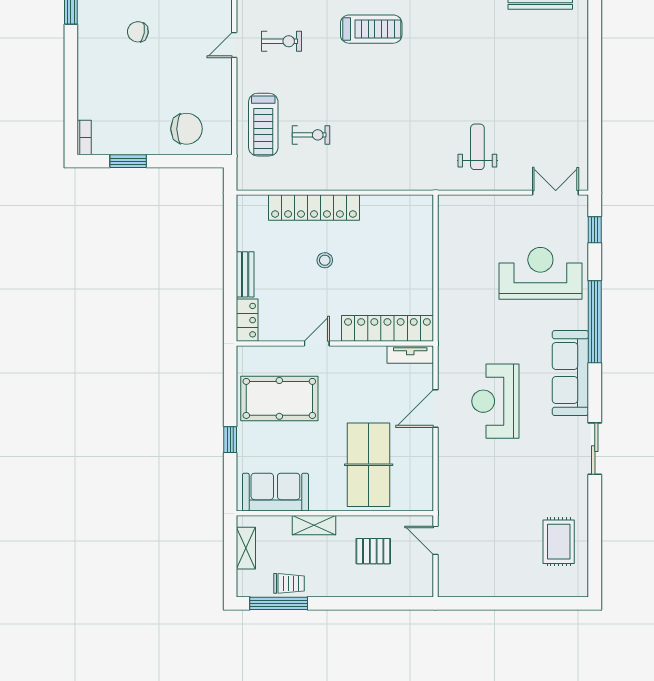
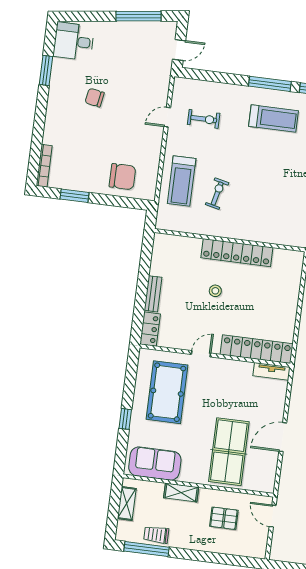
exercise bike: (311, 135) -> (217, 194), turned -77
bookcase: (84, 137) -> (44, 166), width x1.56
locker: (314, 208) -> (237, 253), moved
pool table: (279, 398) -> (167, 392), turned 90
door: (436, 408) -> (283, 437), moved
trolley: (289, 583) -> (156, 535), turned 180

